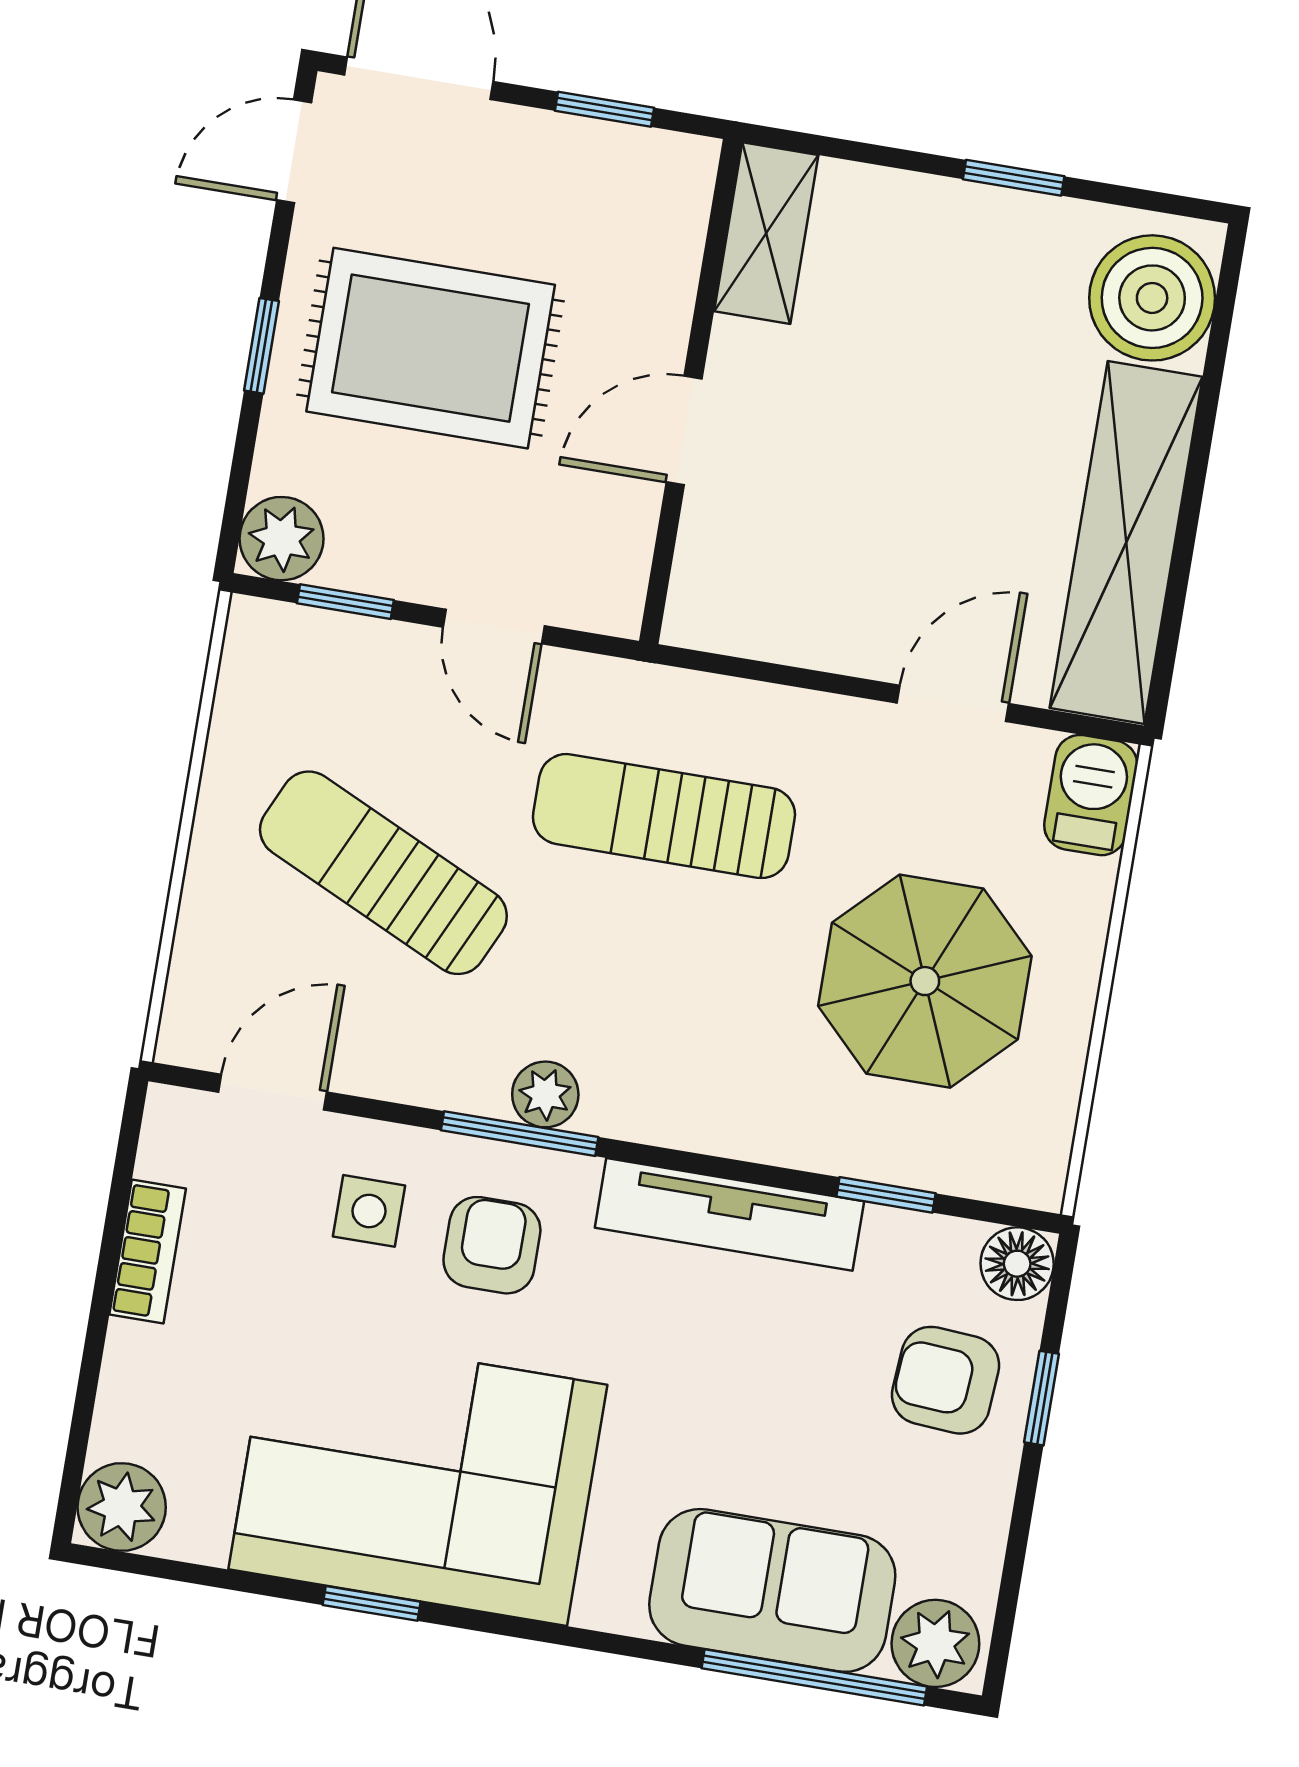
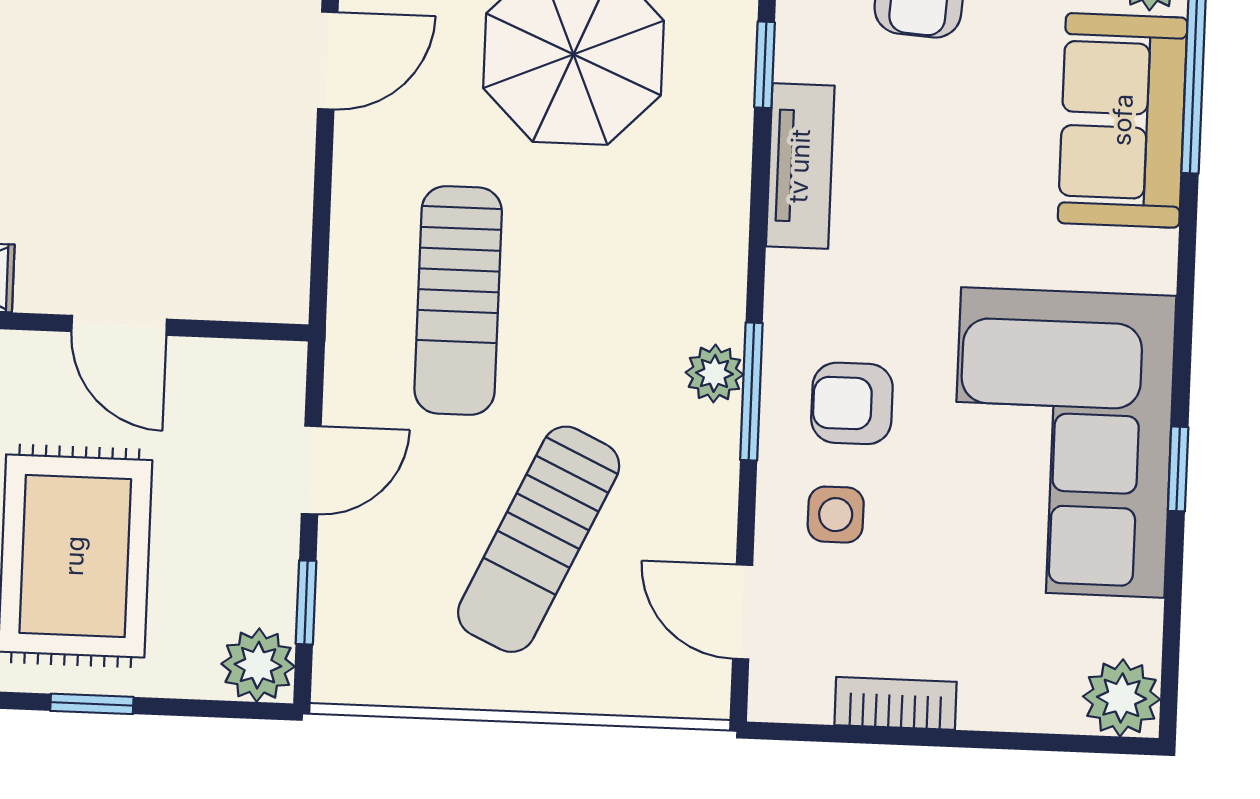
door: (953, 703) -> (328, 61), swing flipped
tv unit: (729, 1214) -> (800, 166), width x0.71

